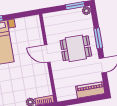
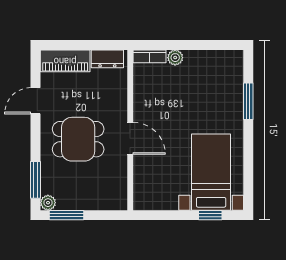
window: (98, 38) -> (35, 180), moved
dresser: (67, 95) -> (107, 59), added

